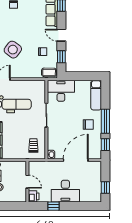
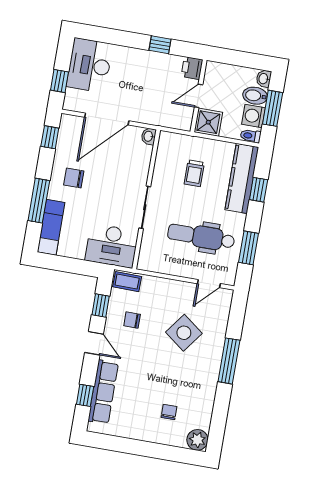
window: (105, 121) -> (39, 201), moved
trolley: (33, 146) -> (194, 173), moved
shower: (19, 168) -> (208, 122), added
door: (27, 182) -> (199, 96), hinge flipped
window: (105, 187) -> (60, 81), moved
desk: (65, 191) -> (90, 65), moved, turned -90

